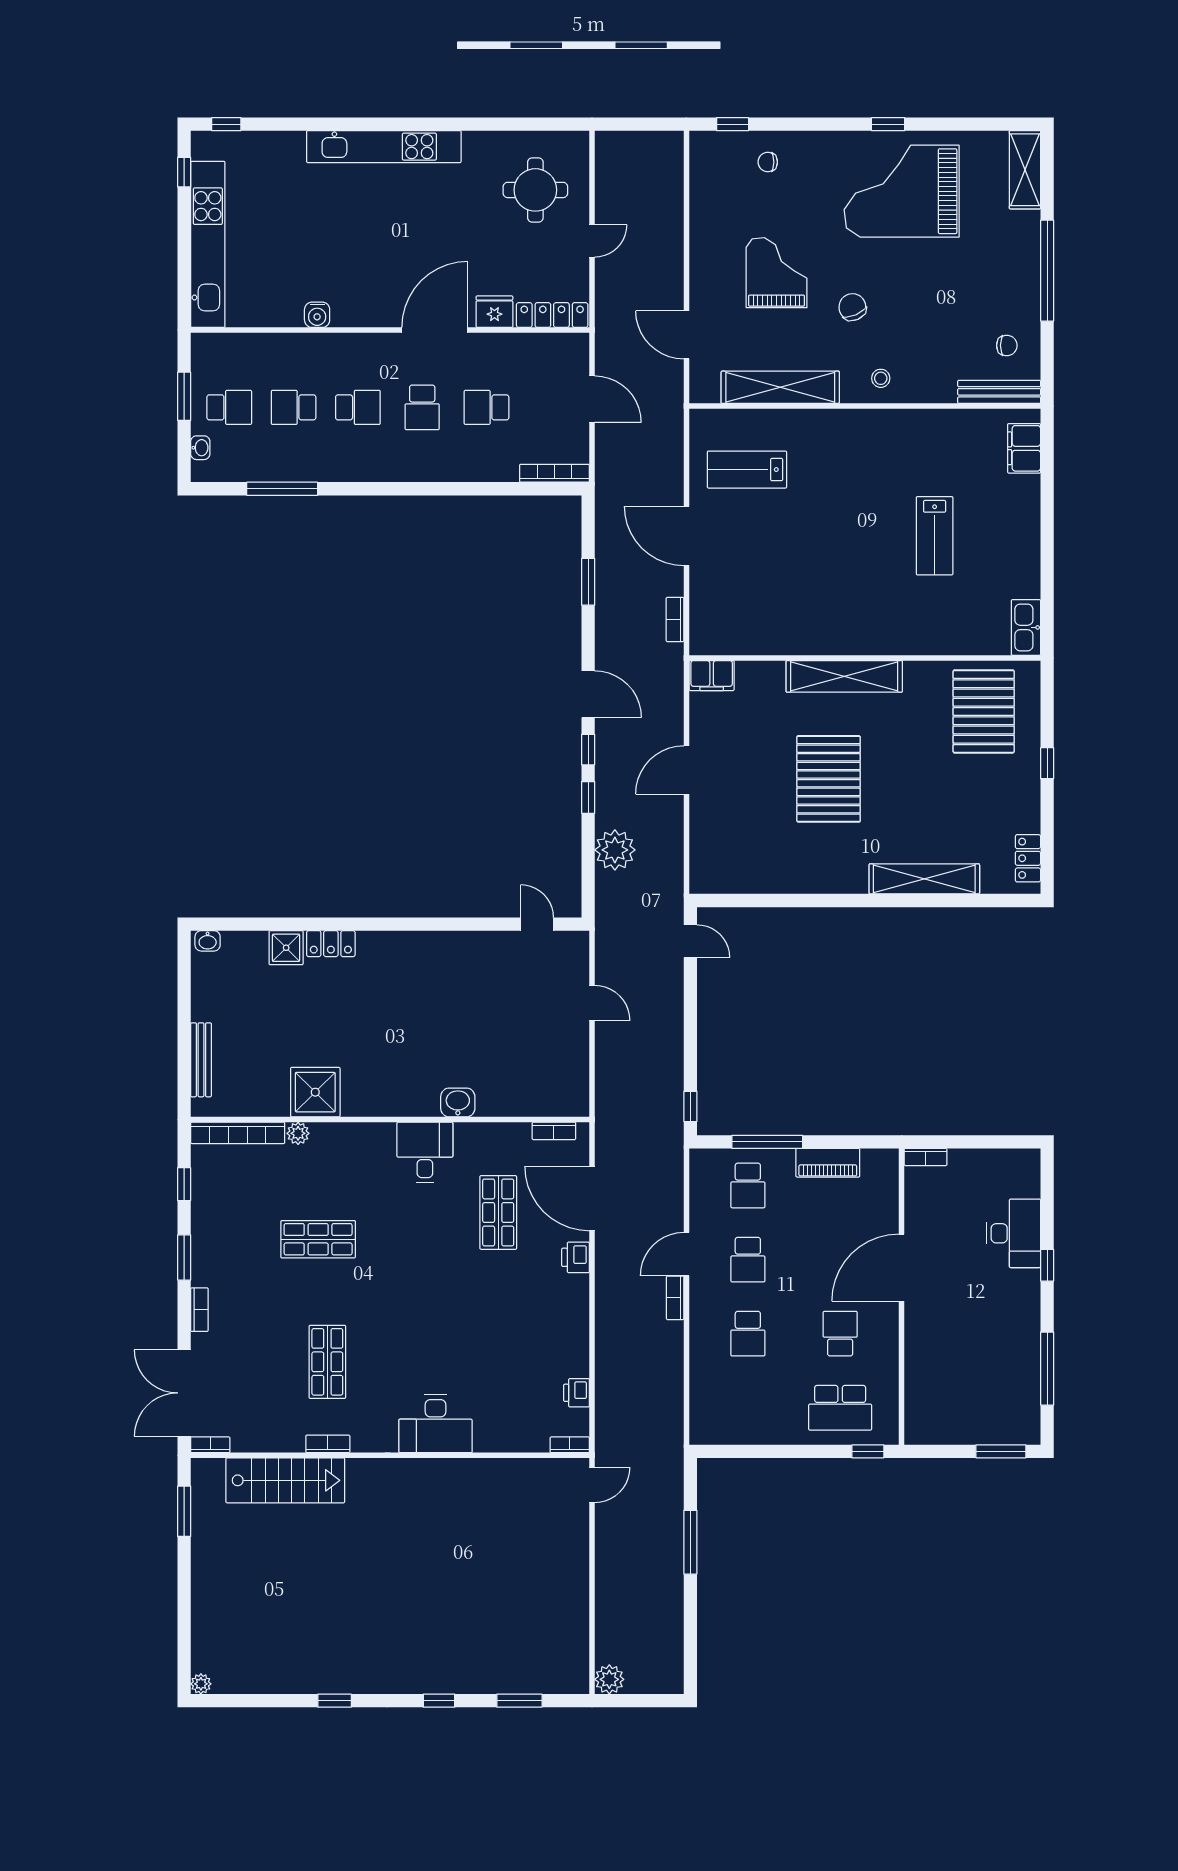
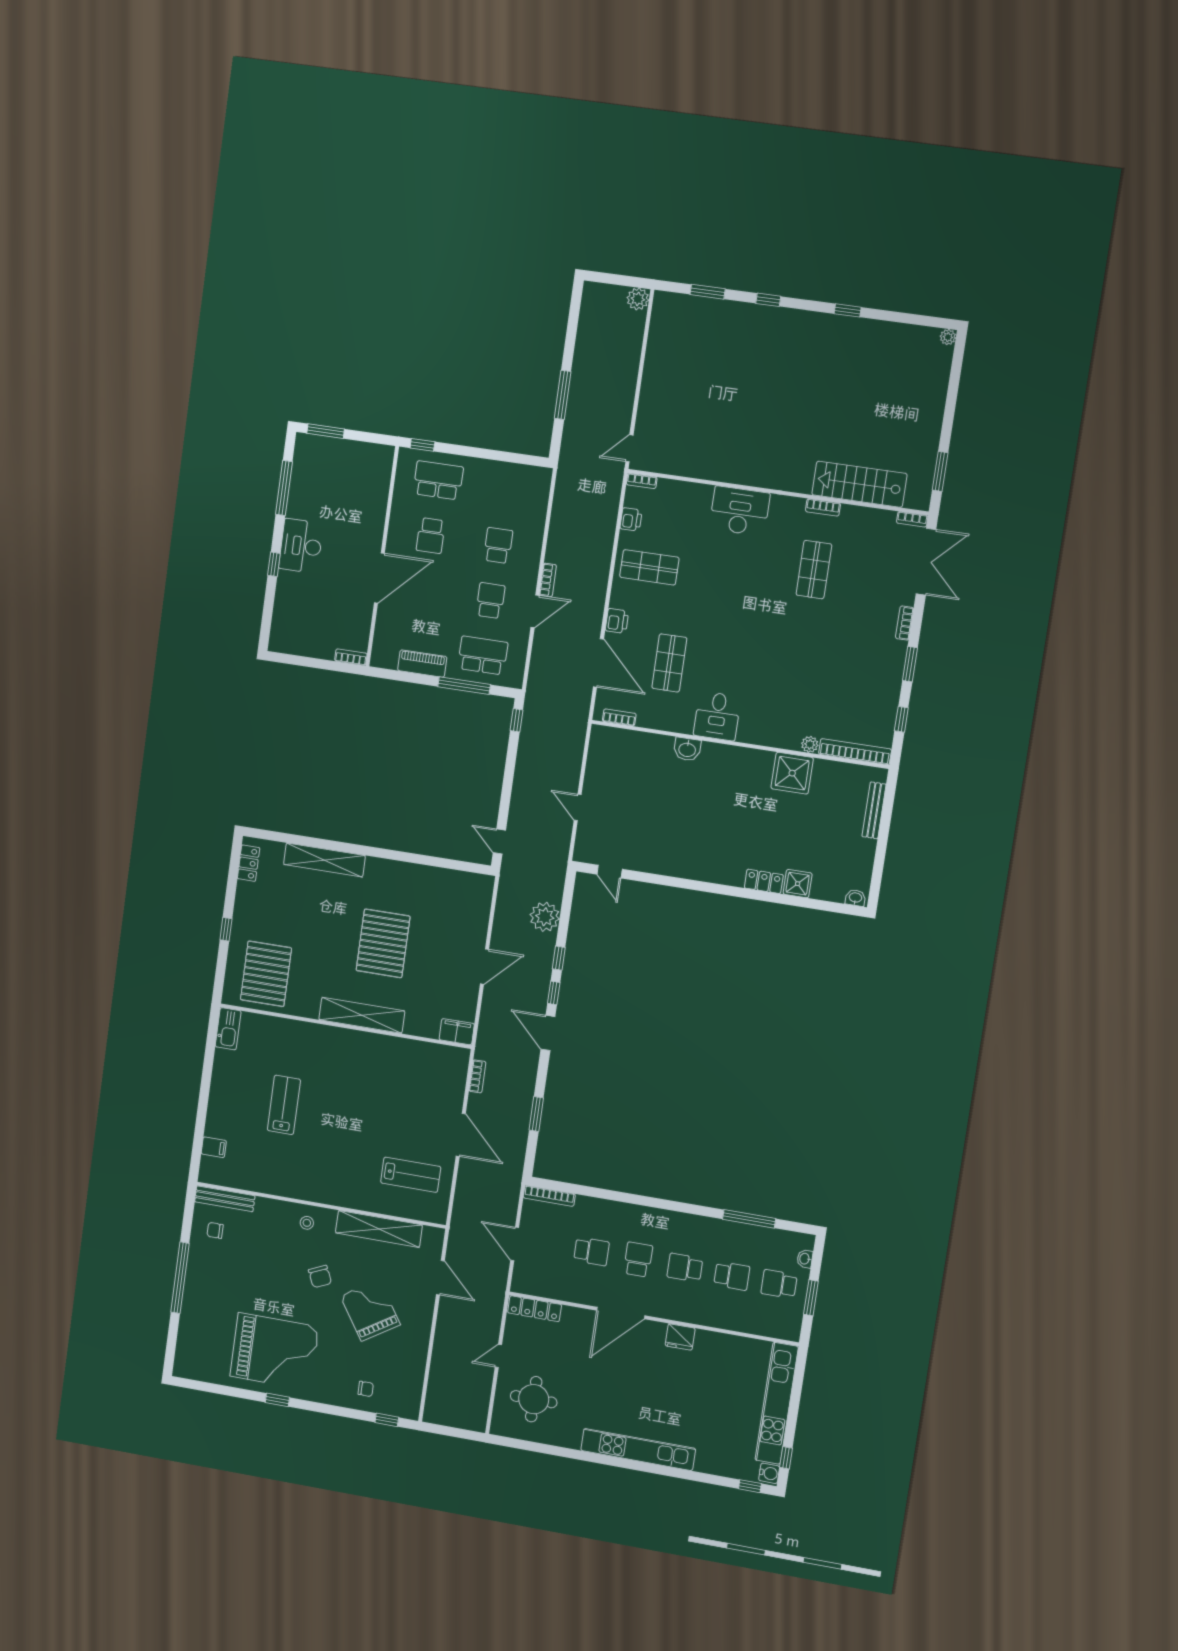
shelving: (1025, 170) -> (186, 1351), removed
grand piano: (777, 273) -> (370, 1310), turned 147
fridge: (494, 312) -> (680, 1337), moved
water cooler: (317, 315) -> (769, 1473), moved, turned 90
filing cabinet: (1024, 448) -> (214, 1147), width x0.50
school desk: (748, 1185) -> (483, 655), width x1.85
desk: (1014, 1233) -> (301, 546), moved
shop shelf: (318, 1239) -> (649, 567), moved

